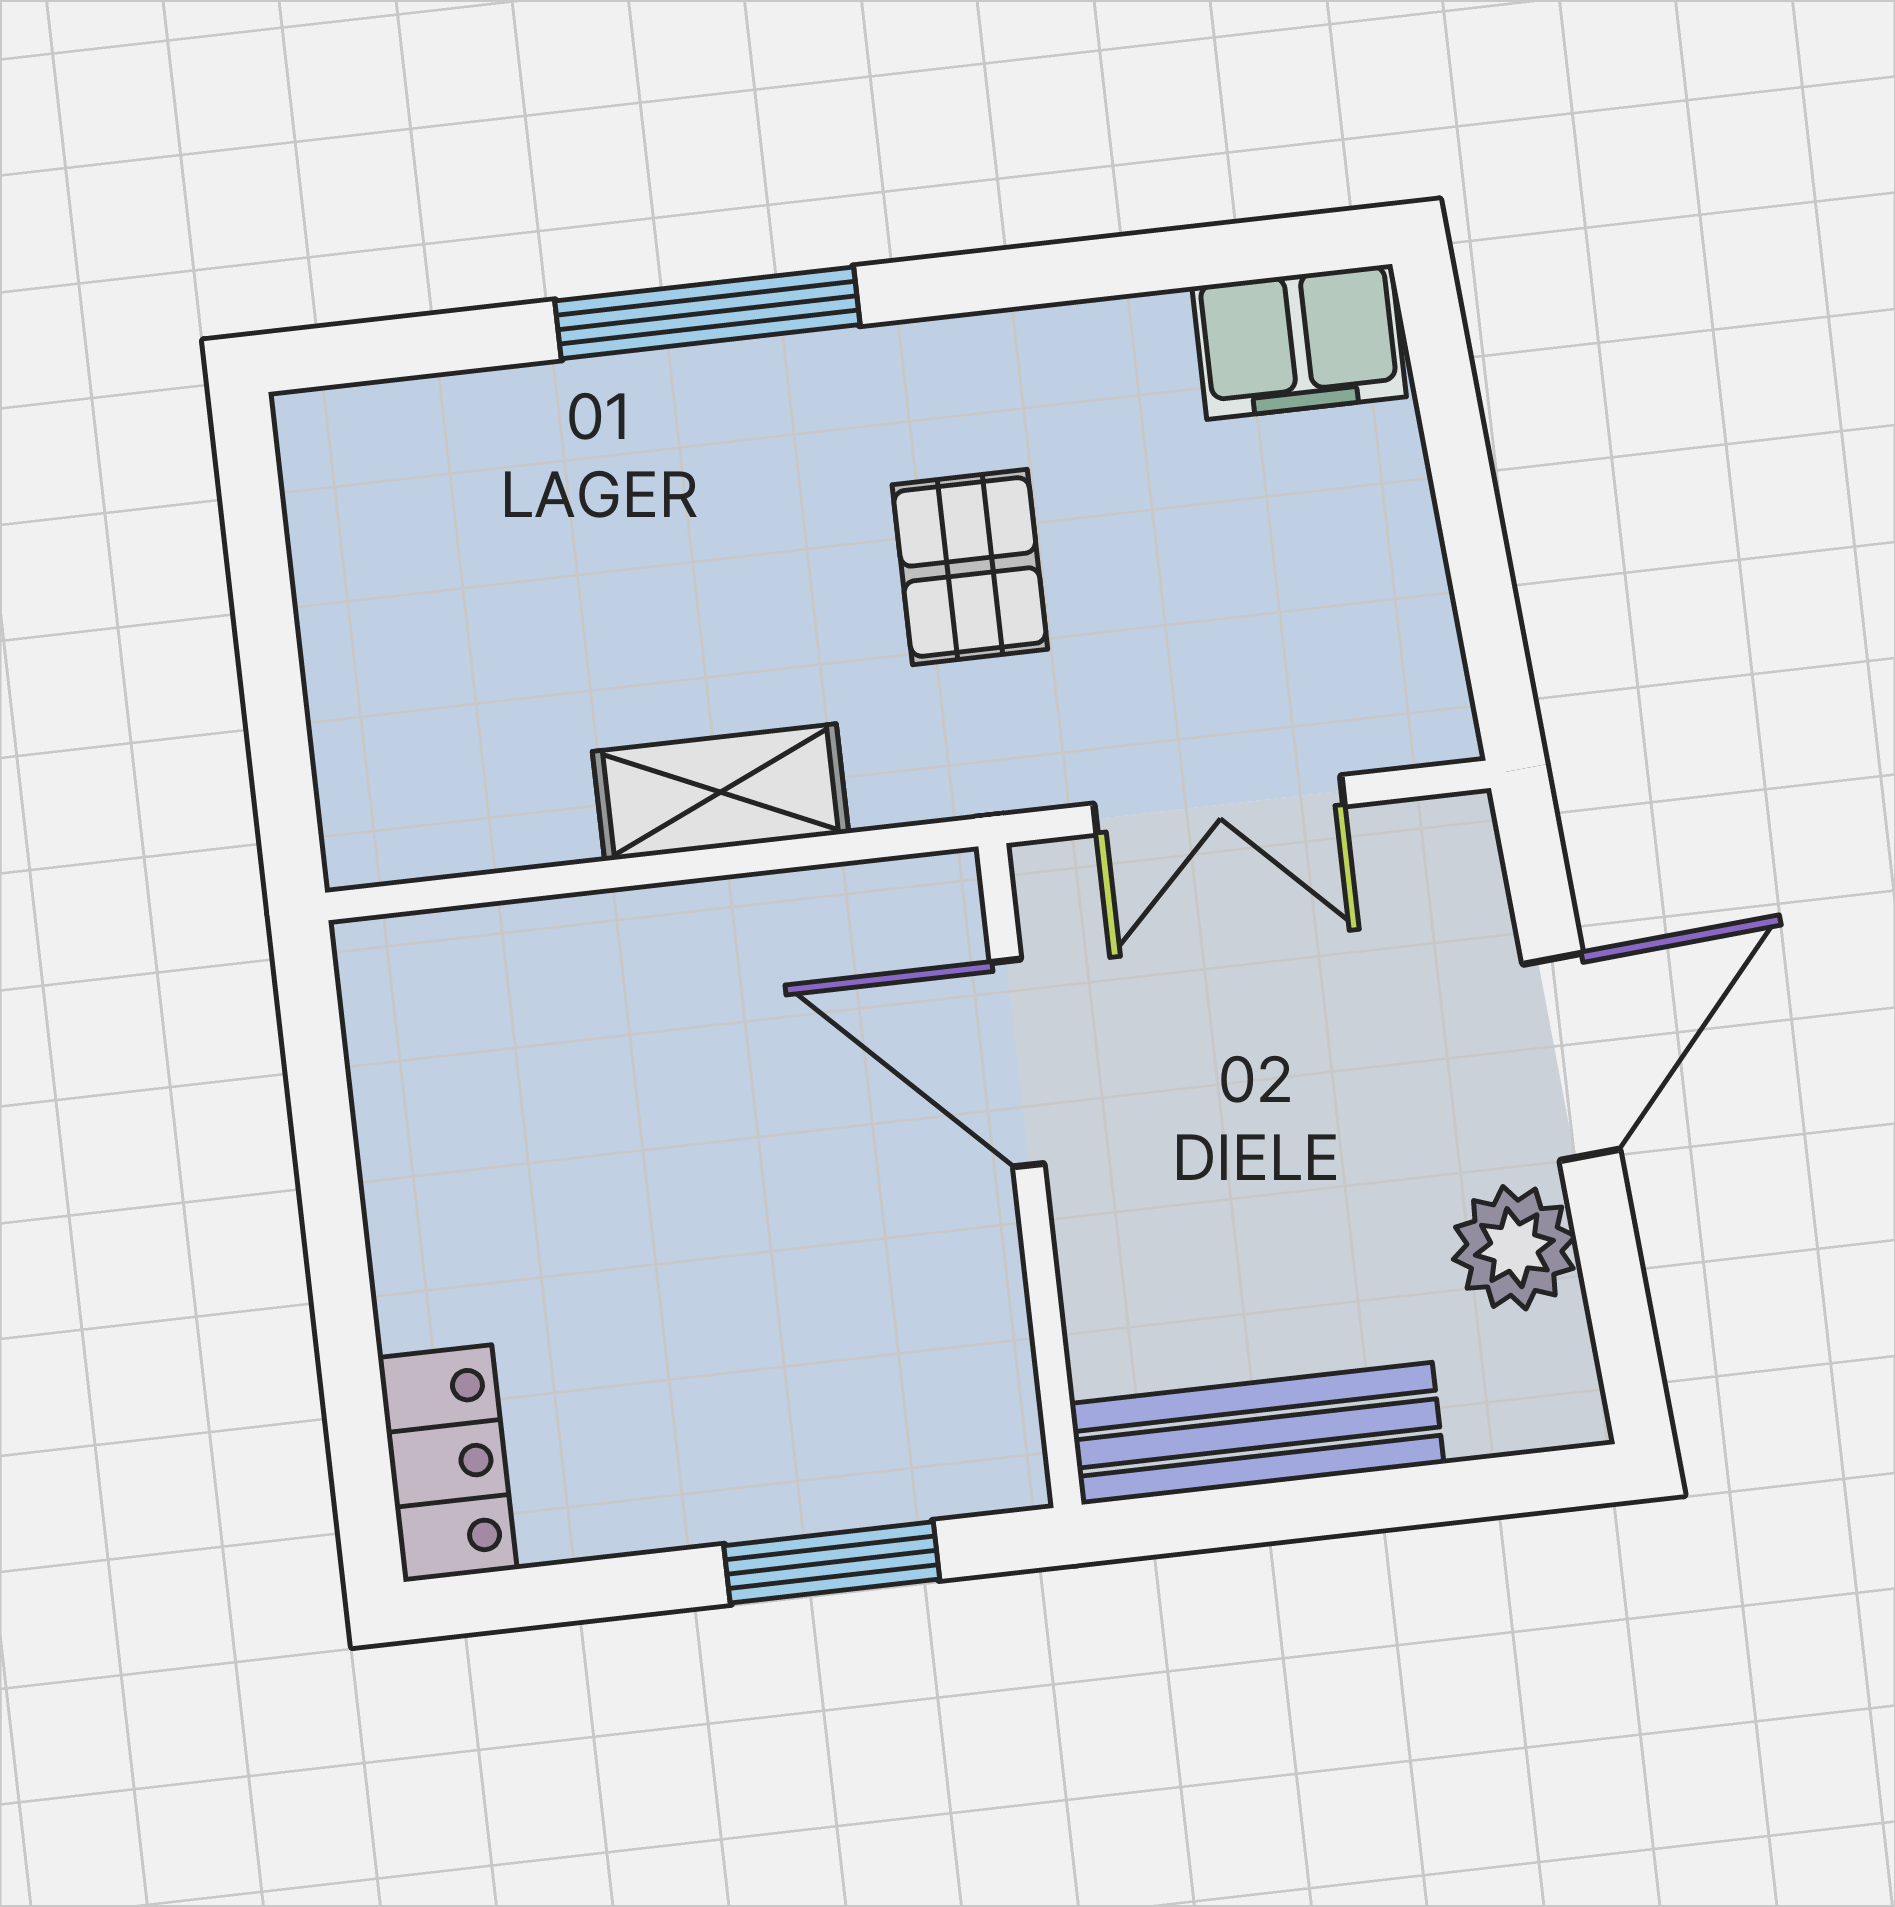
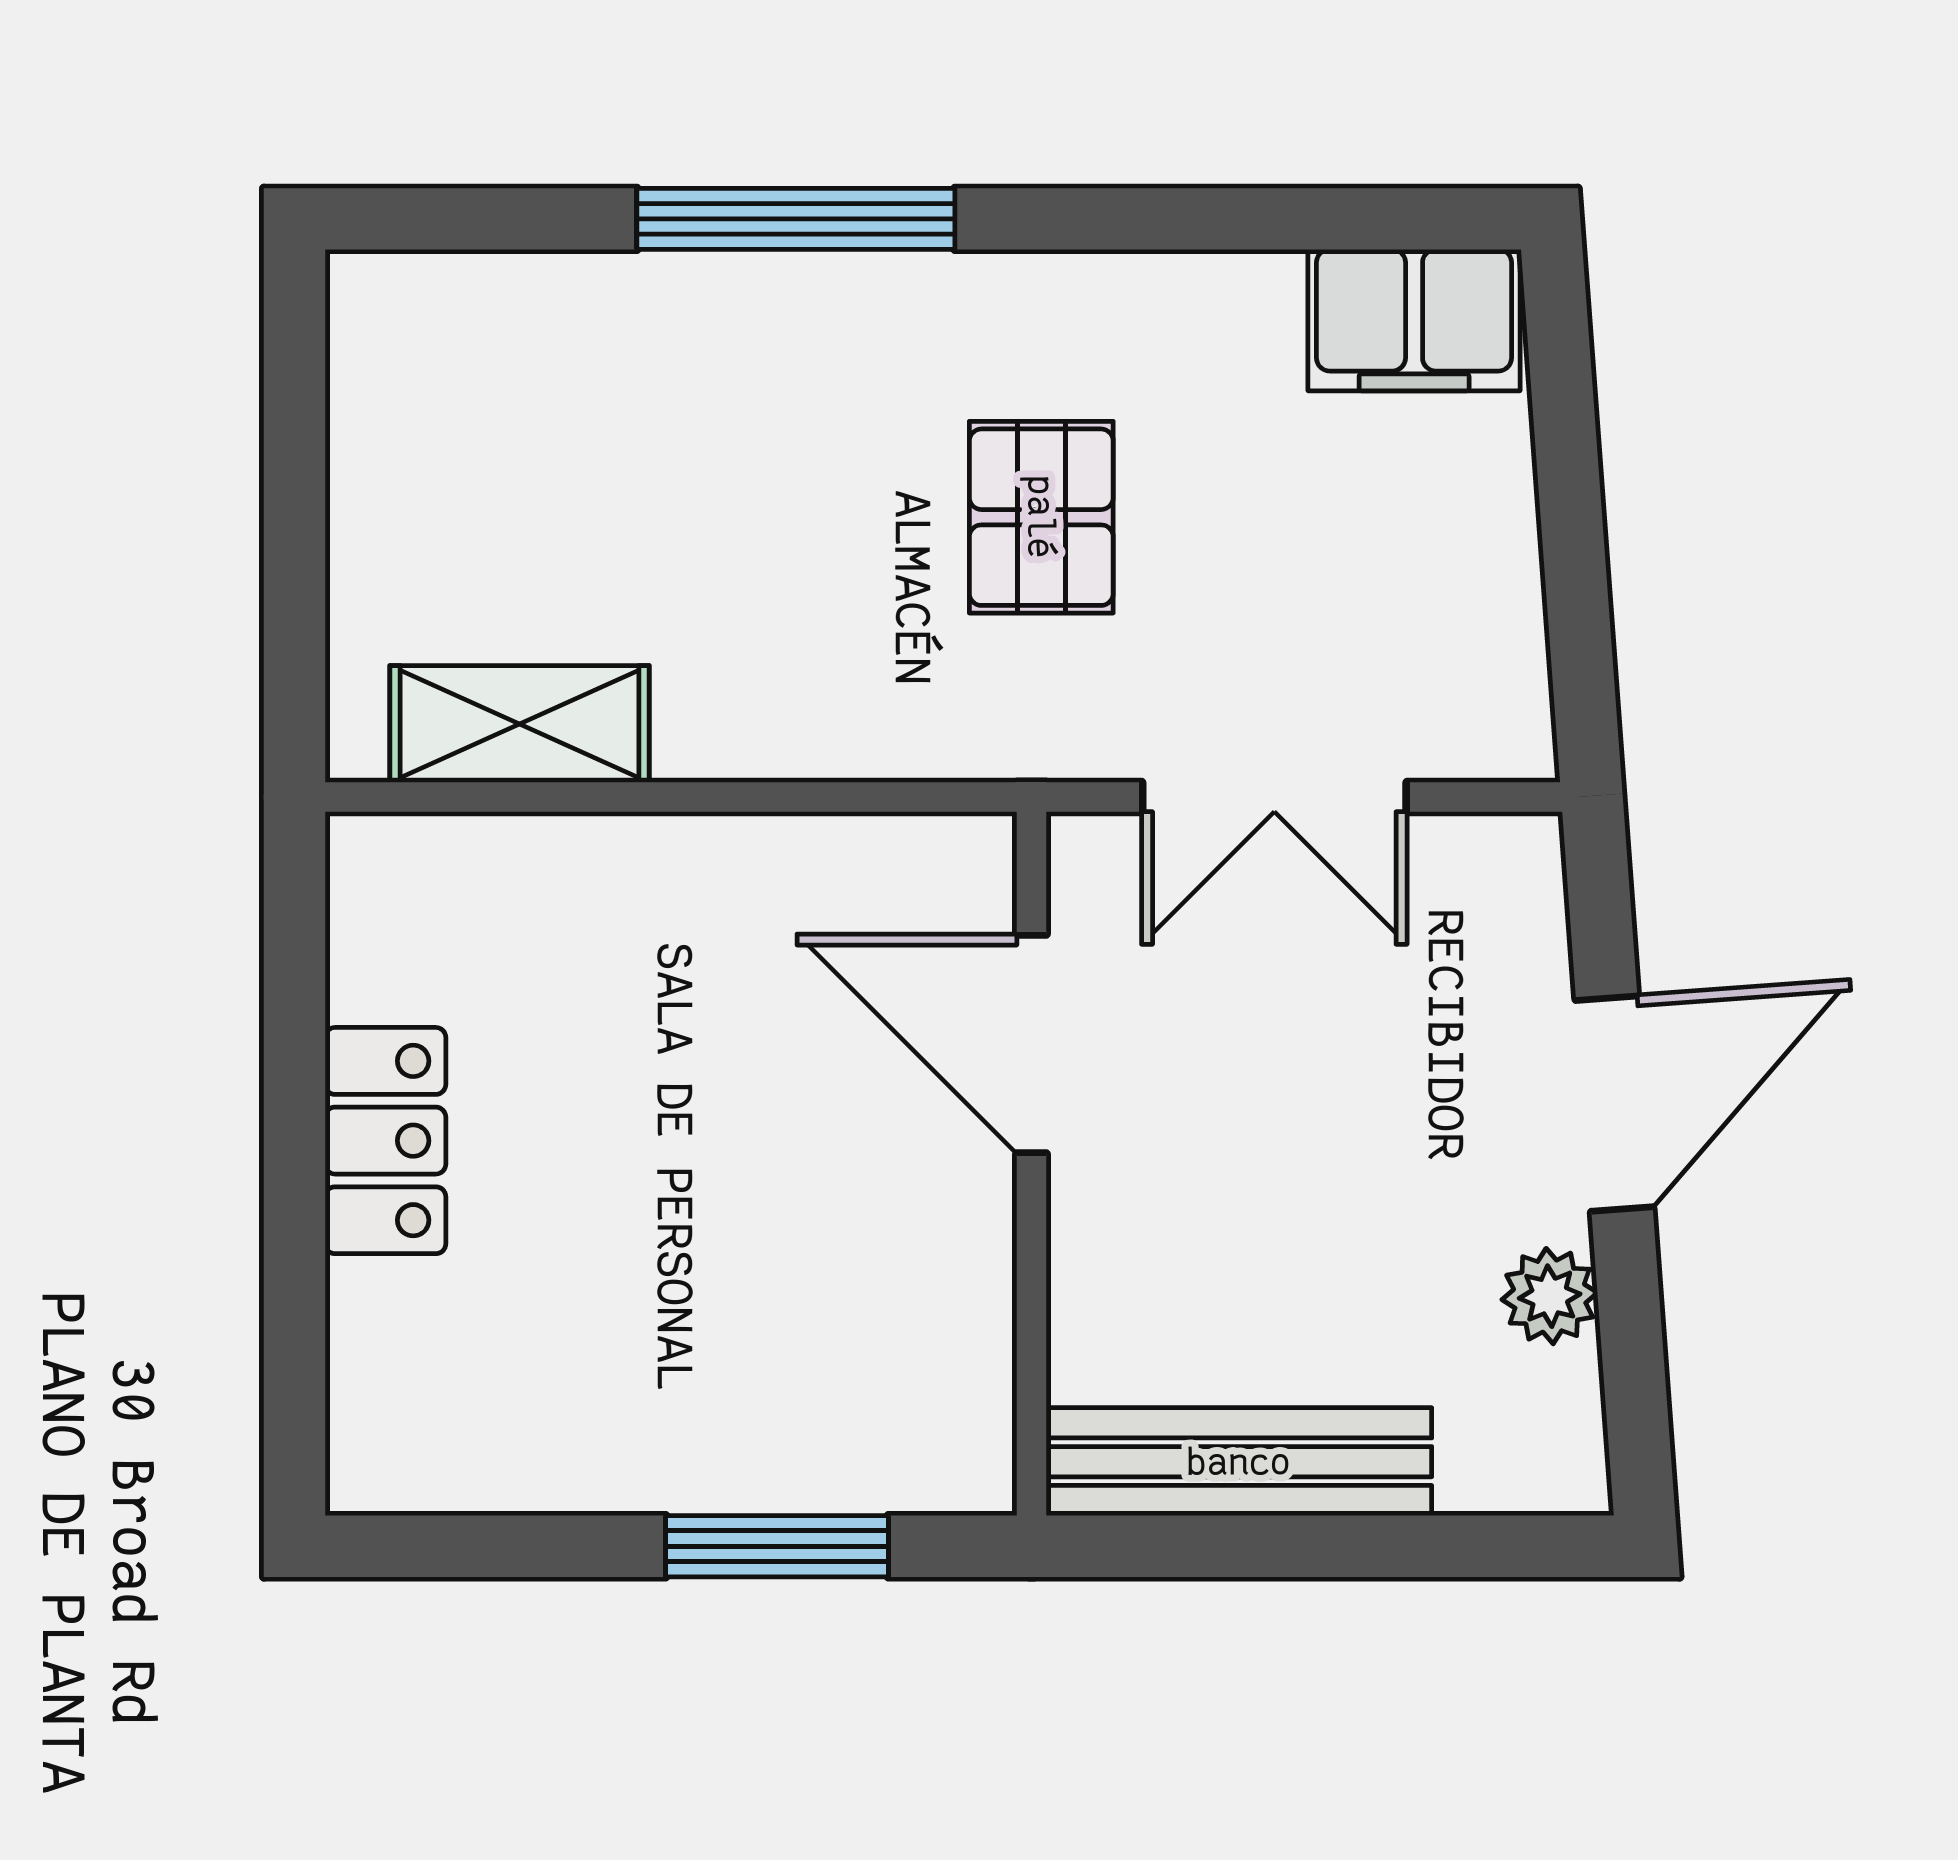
shelving: (721, 792) -> (520, 724), moved
plant: (1514, 1248) -> (1550, 1296), width x0.73, depth x0.73
locker: (448, 1463) -> (385, 1141), moved

